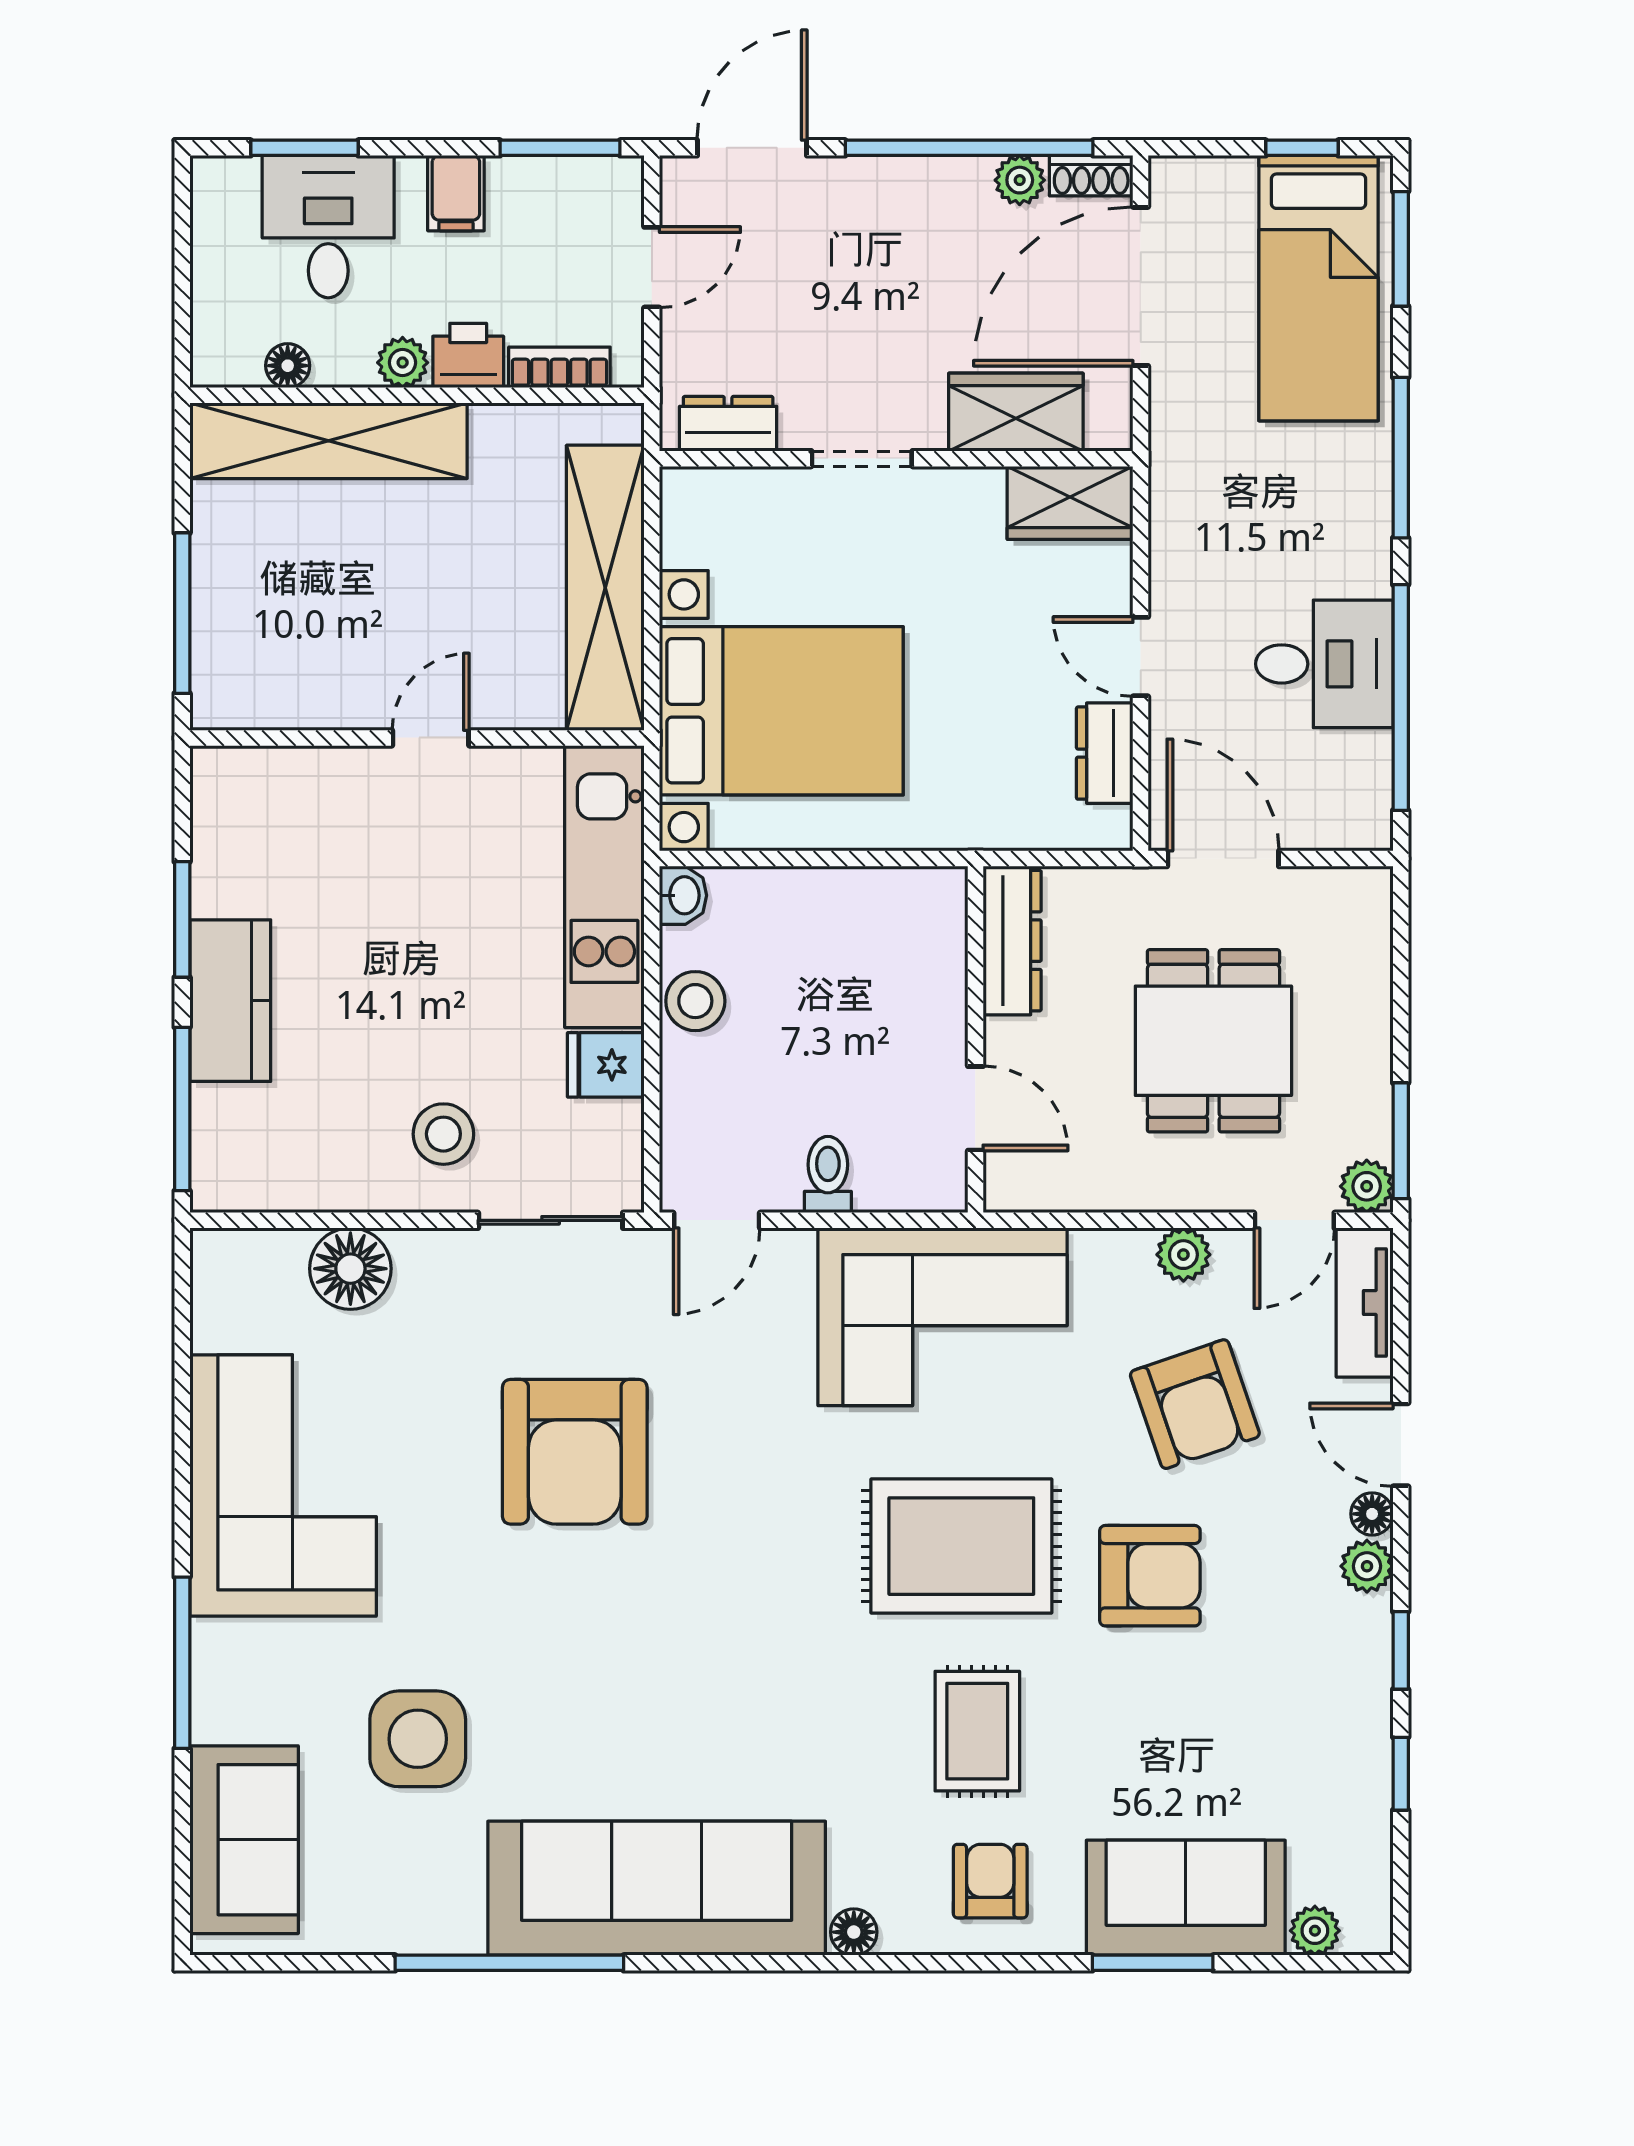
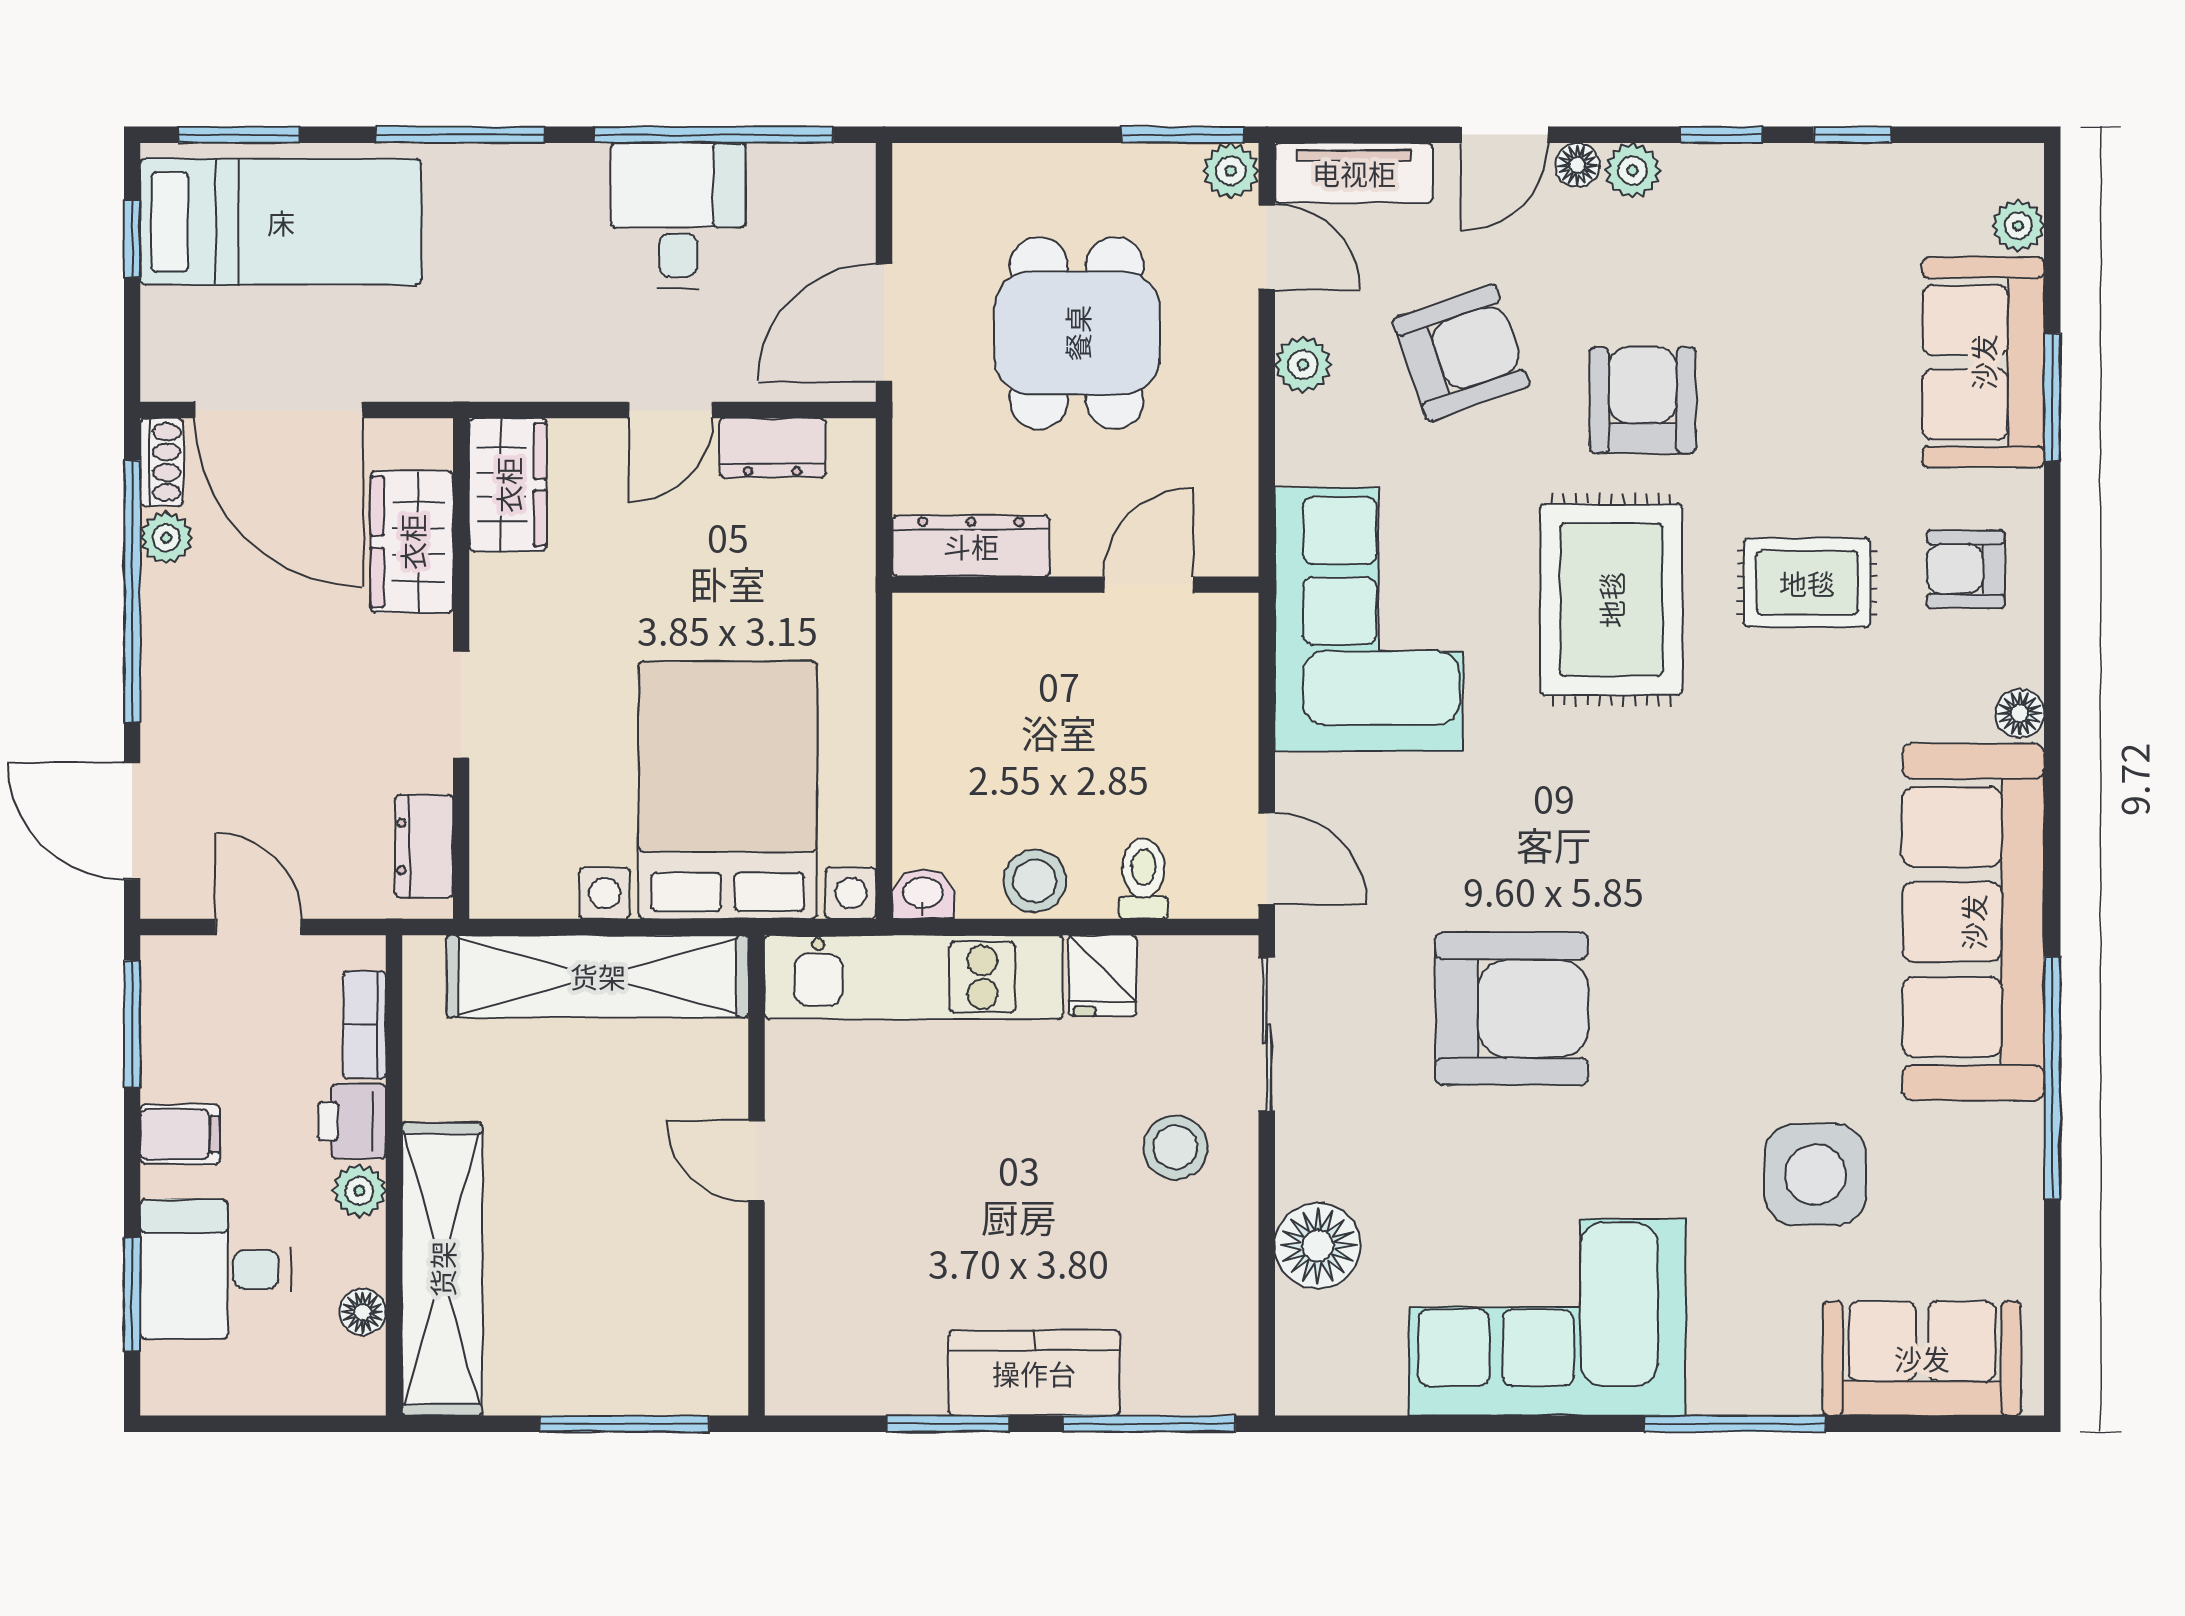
dining table: (1213, 1041) -> (1077, 333), turned 90
toilet: (828, 1175) -> (1144, 879), moved, turned 90

